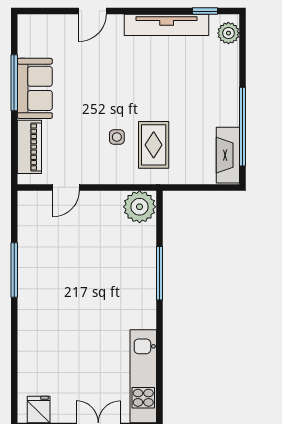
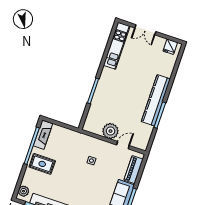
rug: (154, 145) -> (42, 164), moved, turned 90
plant: (140, 207) -> (110, 131), moved
kitchen counter: (32, 296) -> (156, 100), added

